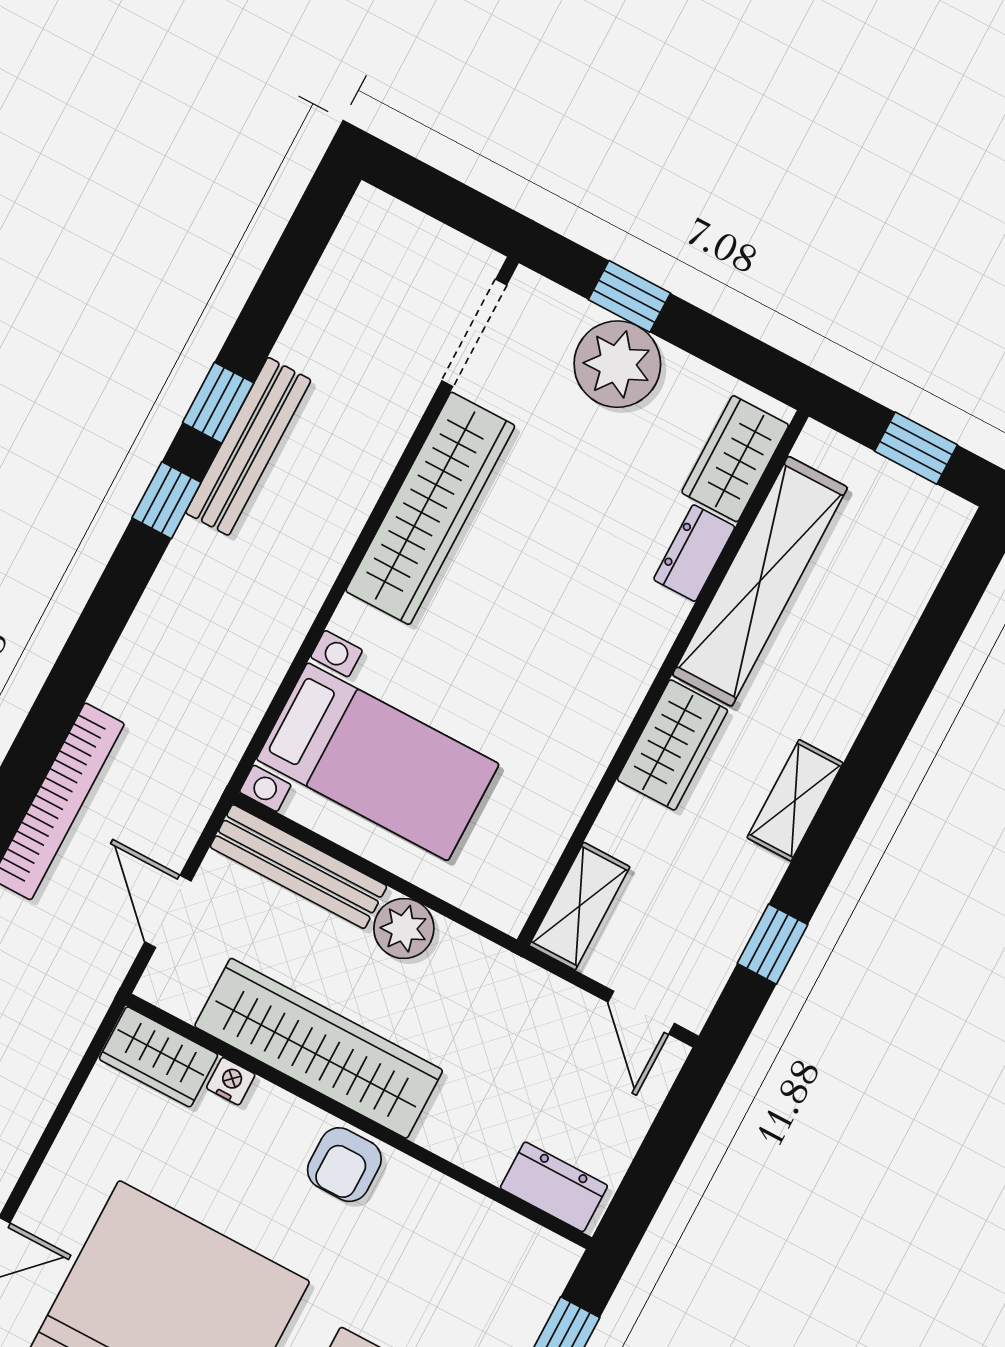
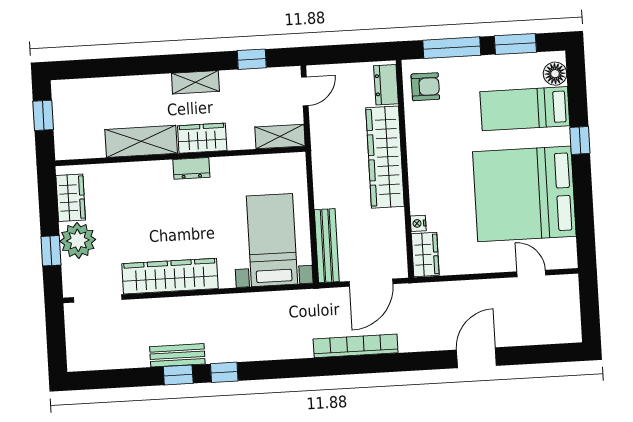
bench: (248, 446) -> (177, 355), width x0.73
wardrobe: (735, 459) -> (71, 198), moved, turned -90
dresser: (694, 553) -> (191, 168), moved
shelving: (760, 581) -> (141, 141), width x0.68
door: (168, 911) -> (371, 283), width x1.38
plant: (404, 928) -> (326, 195), removed
wardrobe: (319, 1048) -> (385, 157), moved
armchair: (344, 1165) -> (425, 87), moved

